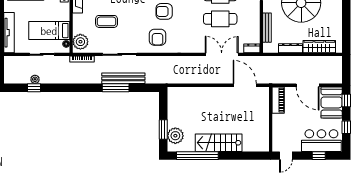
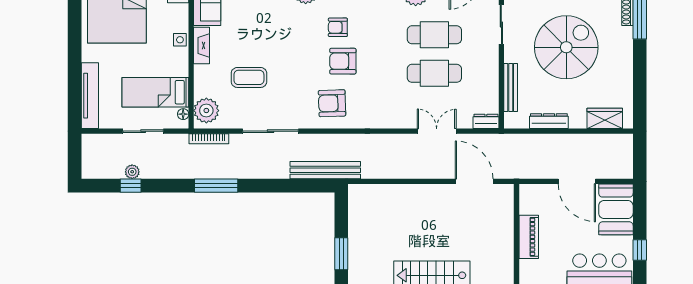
armchair: (158, 37) -> (332, 103), turned 88
wardrobe: (319, 47) -> (605, 118), width x0.67
double door: (222, 54) -> (437, 131), width x0.73
bench: (123, 78) -> (325, 170), moved
window: (116, 88) -> (216, 186), moved
piano: (278, 100) -> (529, 237), moved
window: (346, 101) -> (640, 206), removed
plant: (175, 136) -> (361, 264), removed

